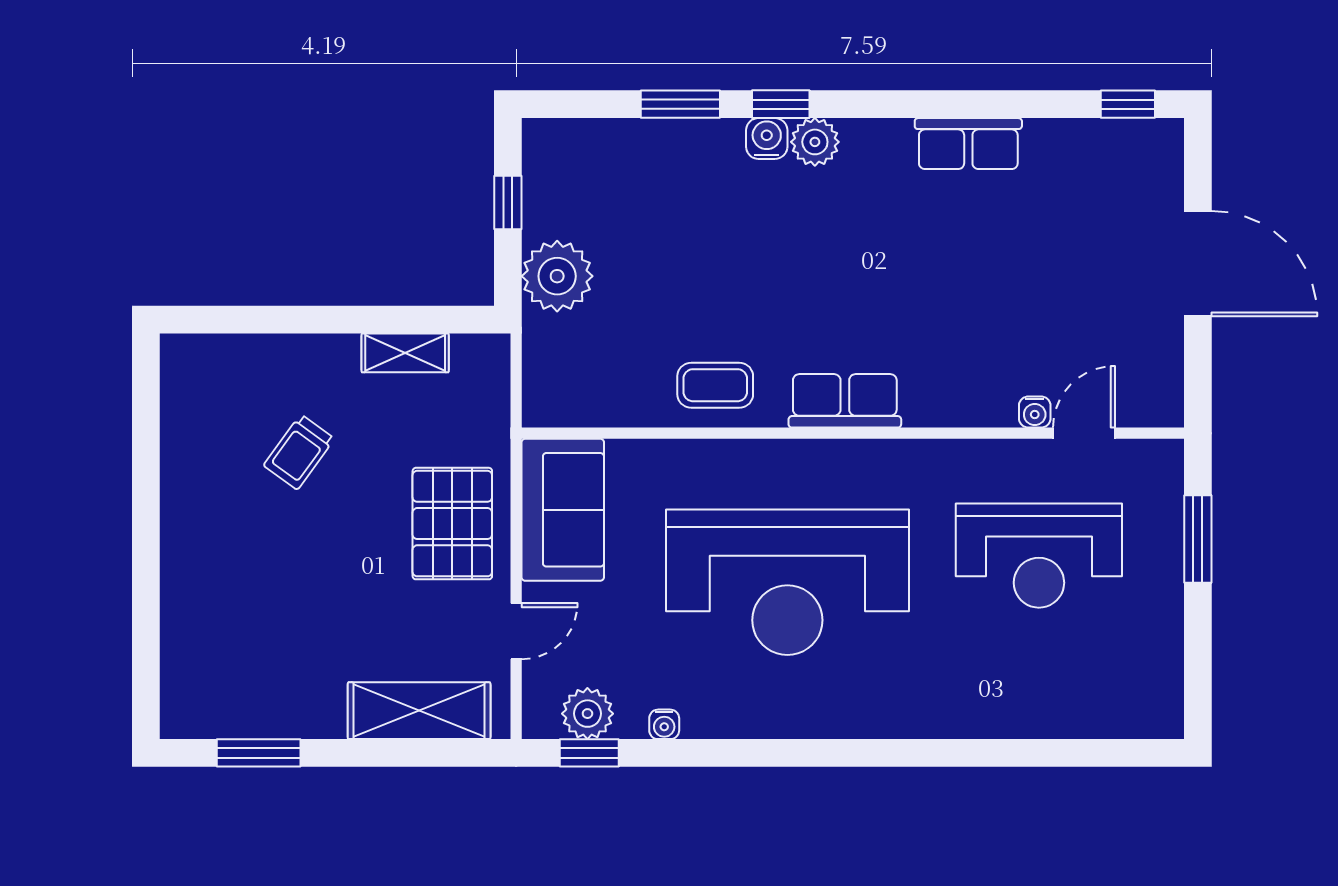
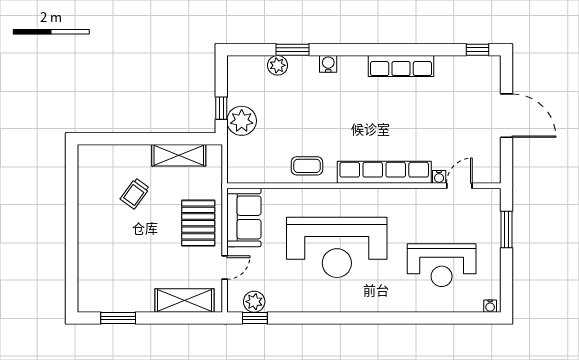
window: (781, 104) -> (334, 50), removed
plant: (815, 142) -> (278, 65), moved
row of seats: (968, 144) -> (401, 66), width x1.48
window: (508, 202) -> (221, 108), moved
shelving: (405, 353) -> (179, 155), width x1.50, depth x1.33
row of seats: (845, 401) -> (384, 172), width x2.02
reception desk: (1039, 556) -> (442, 265), moved
water cooler: (664, 724) -> (490, 306), moved

